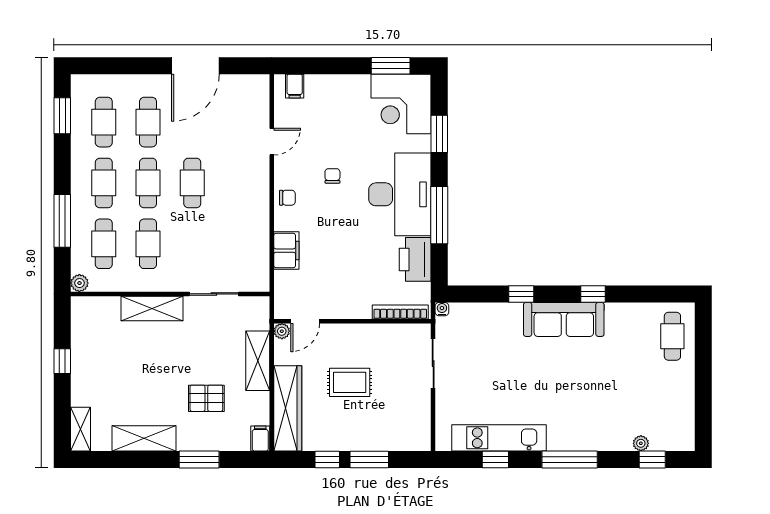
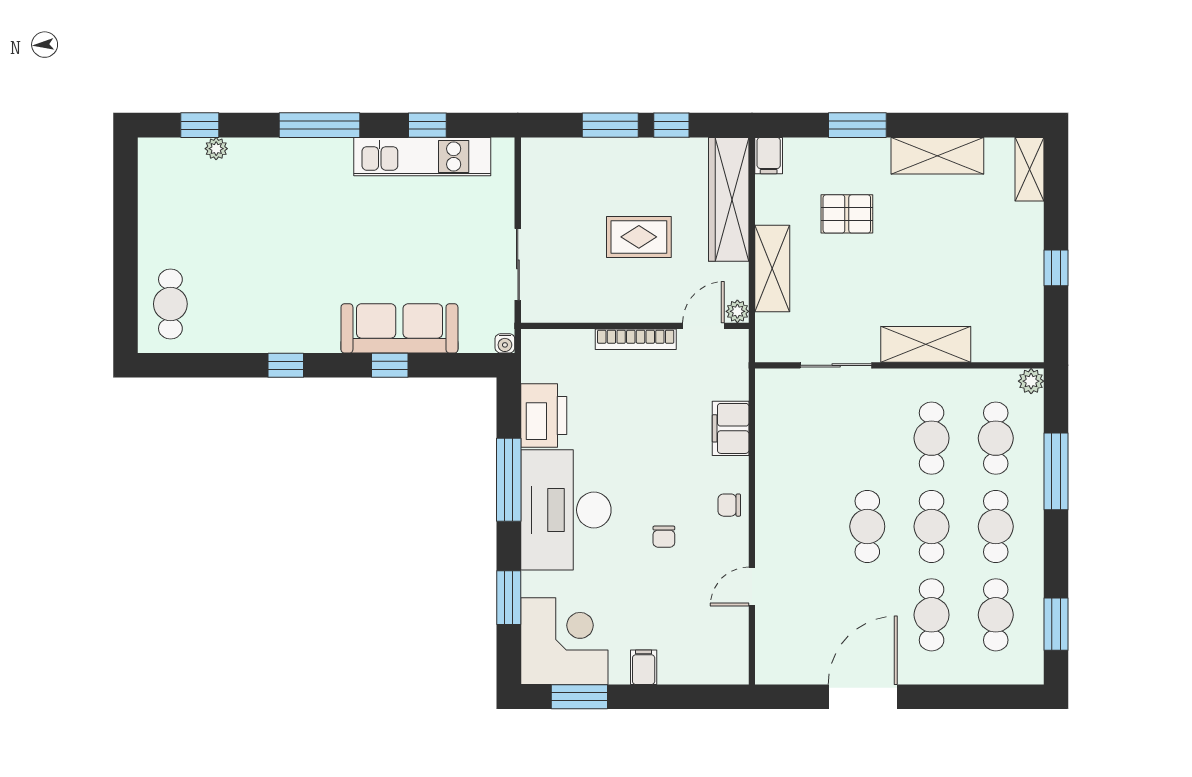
filing cabinet: (295, 86) -> (644, 667), moved
bookcase: (400, 312) -> (636, 339), moved
sofa: (564, 319) -> (399, 328), moved

